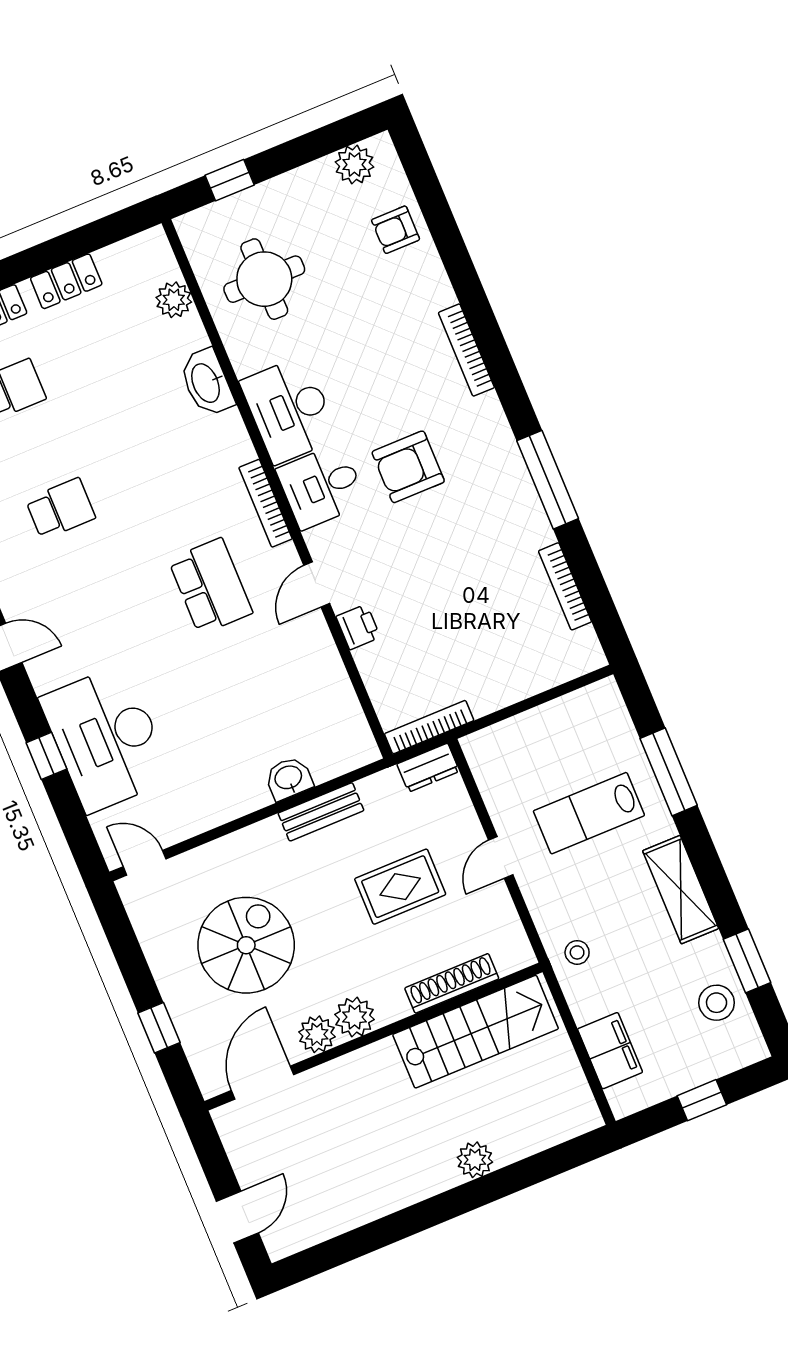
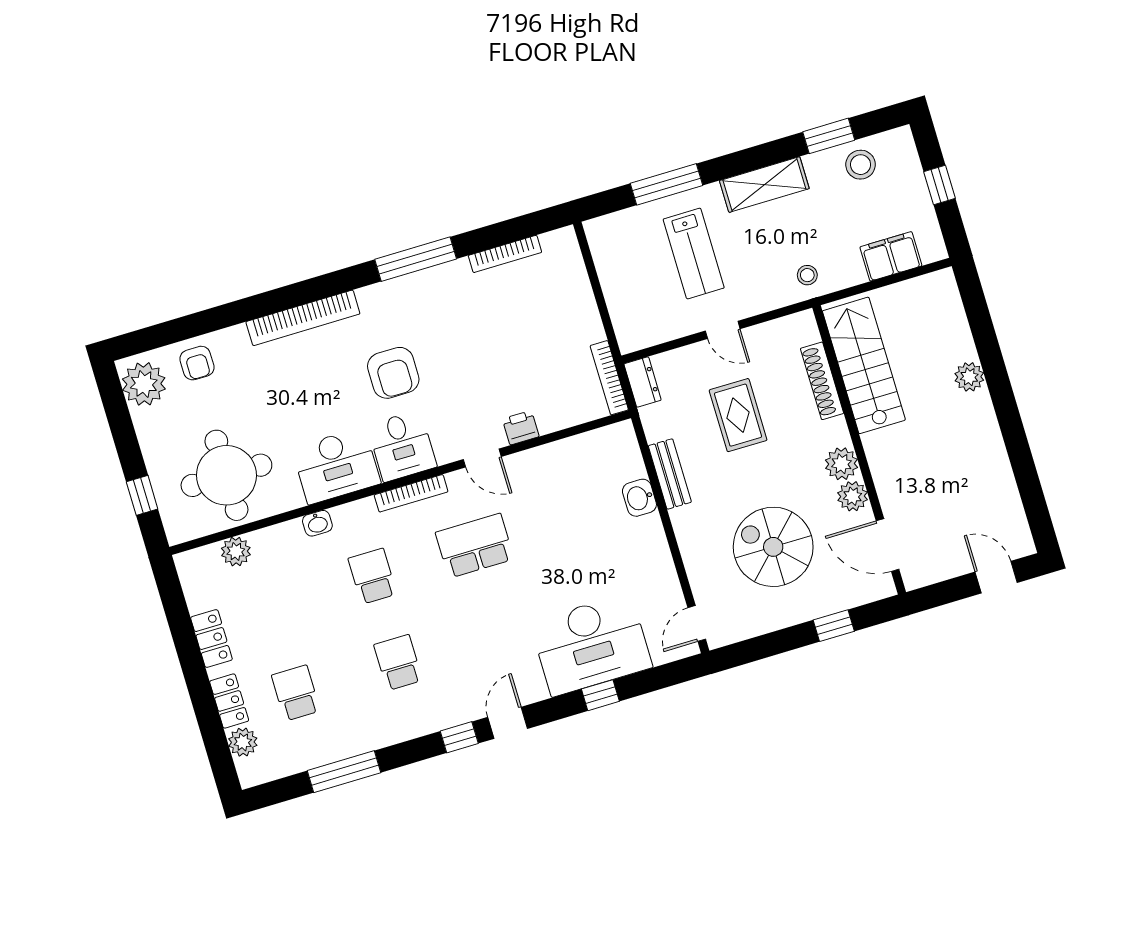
plant: (354, 165) -> (144, 384), width x1.36, depth x1.36
round table: (264, 279) -> (226, 475), width x1.36, depth x1.36
bookcase: (466, 350) -> (303, 318), width x1.48, depth x1.31
washbasin: (207, 383) -> (317, 523), width x0.52, depth x0.69
school desk: (161, 467) -> (372, 576), added

